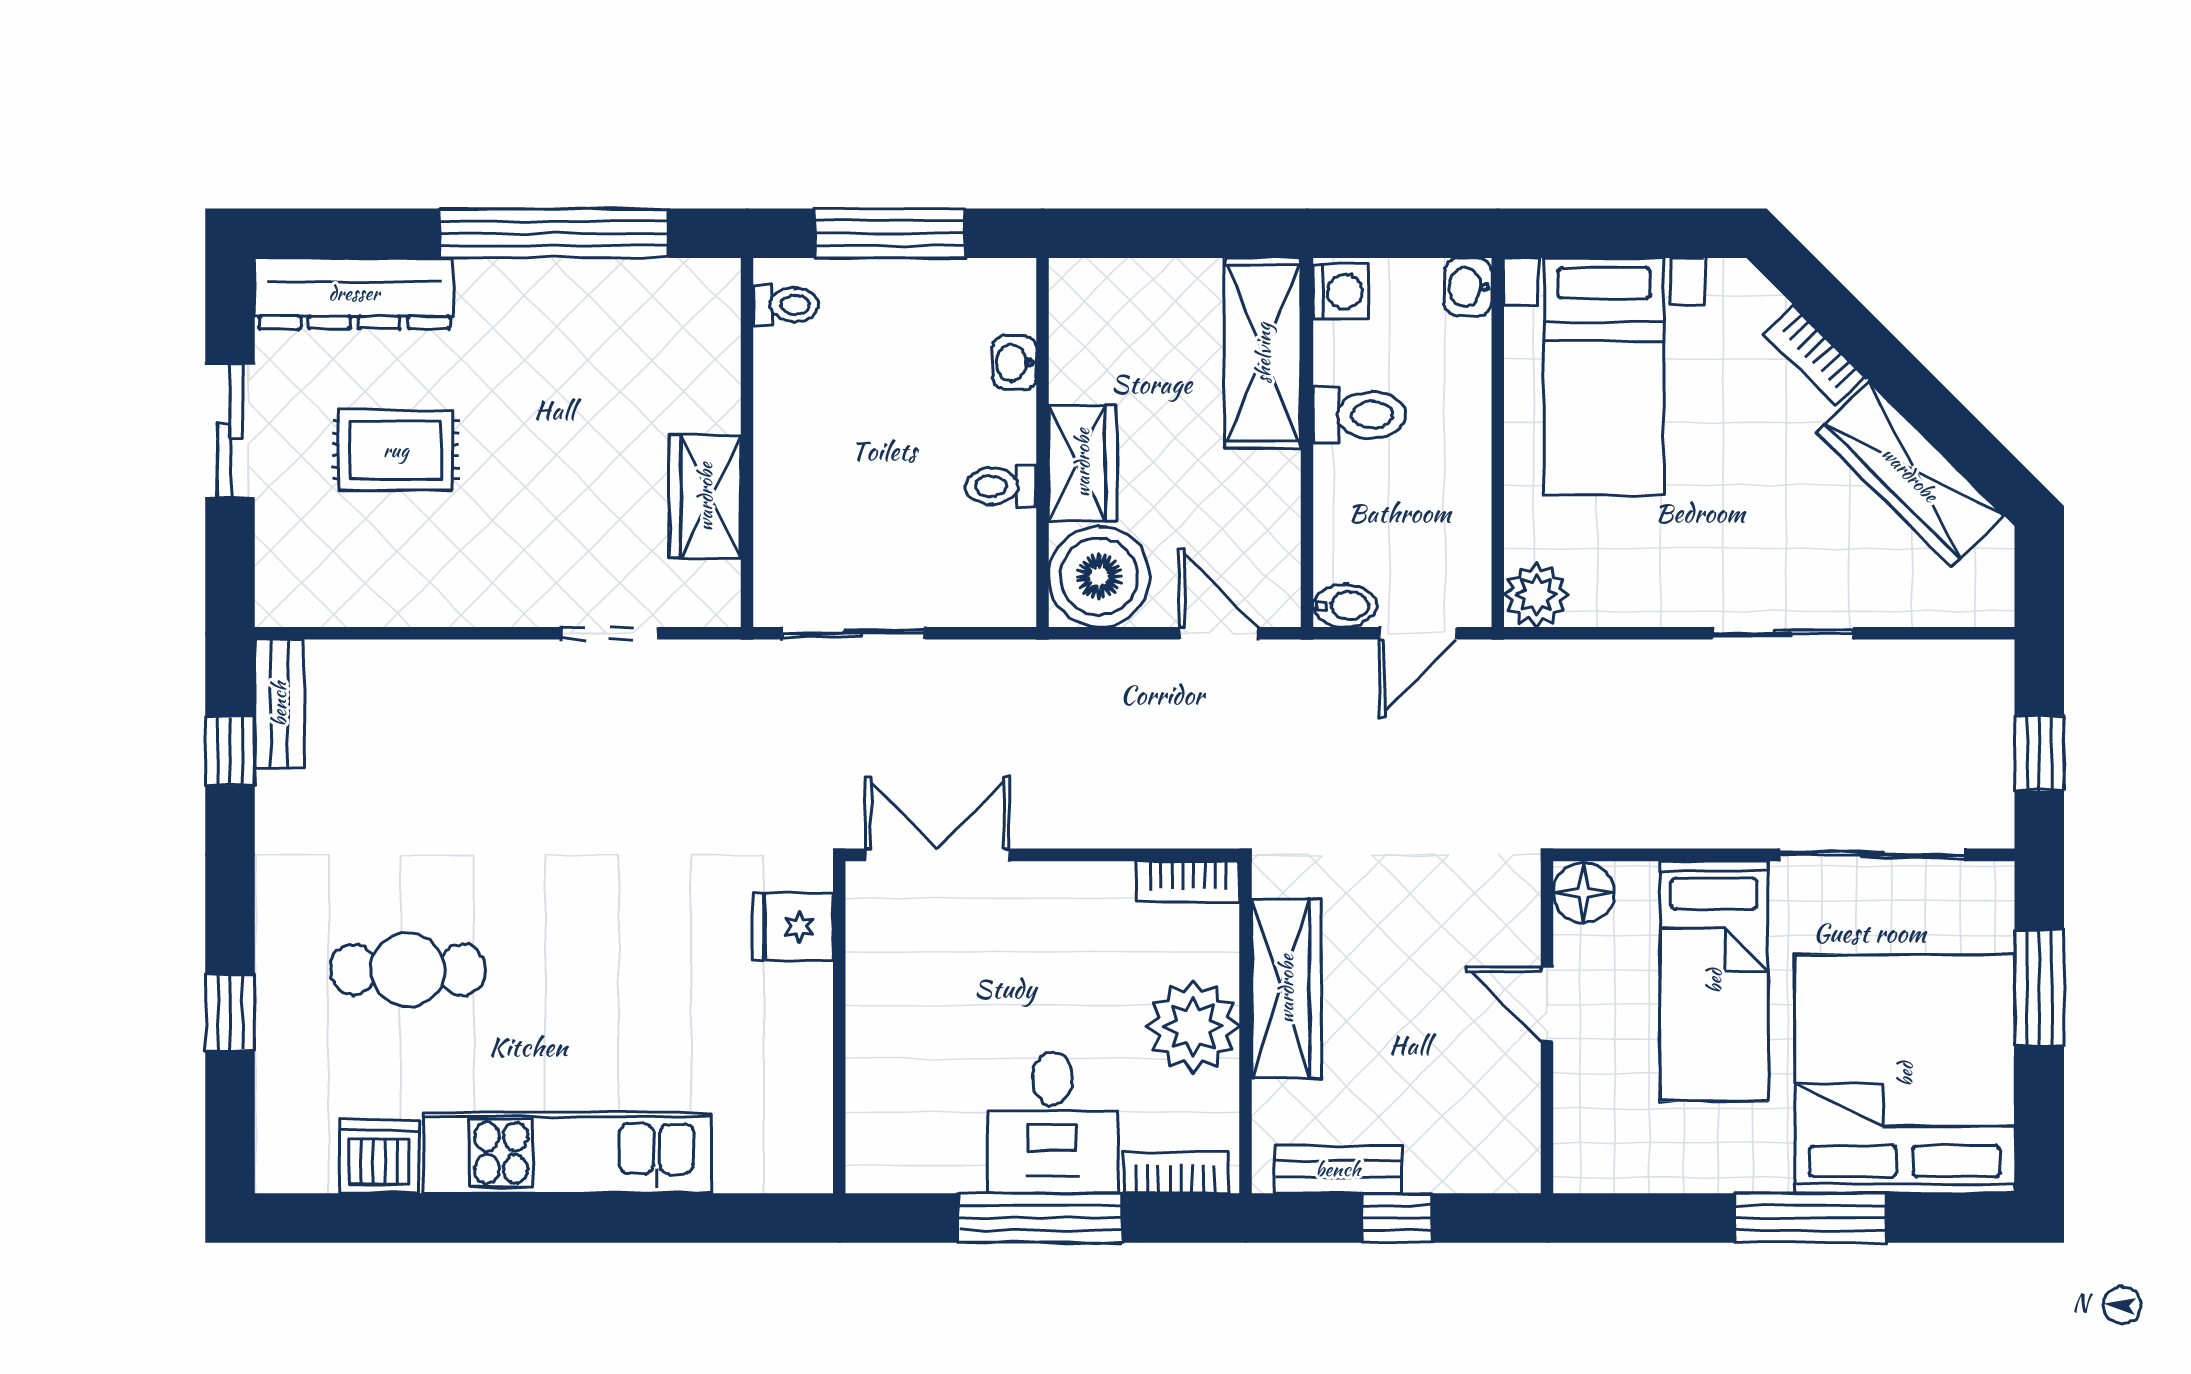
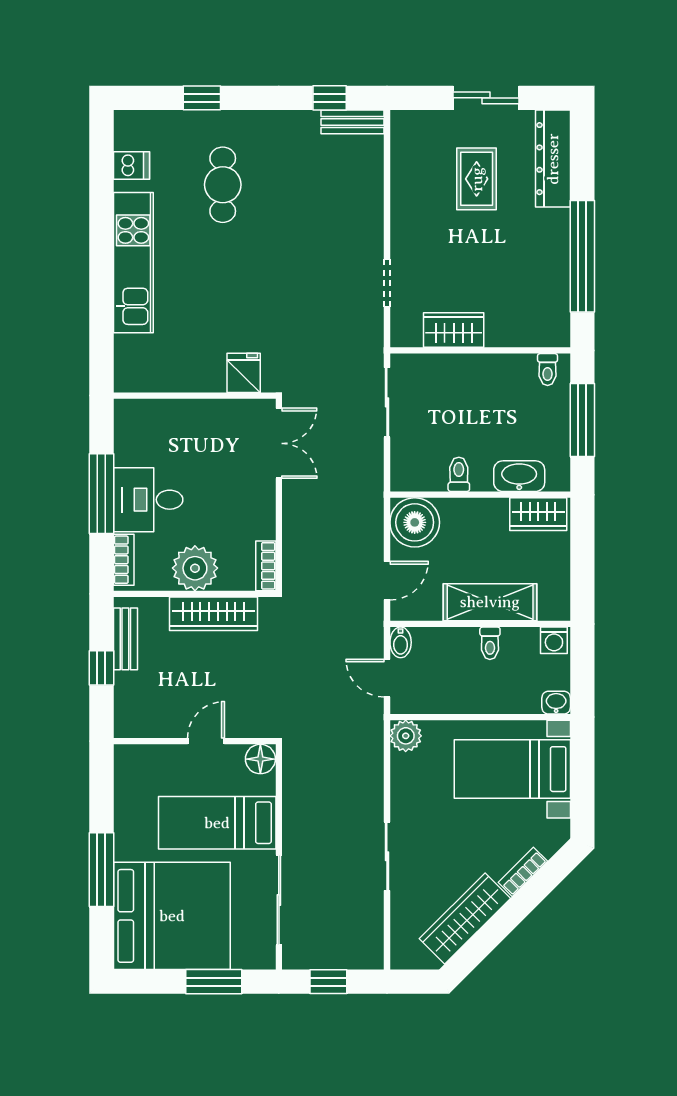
shelving: (1263, 353) -> (490, 602), moved
washbasin: (1014, 363) -> (519, 476), width x1.91, depth x1.45
toilet: (1359, 415) -> (490, 643), width x0.73, depth x0.72
wardrobe: (1082, 463) -> (538, 514), moved
dishwasher: (379, 1157) -> (131, 166), width x0.73

